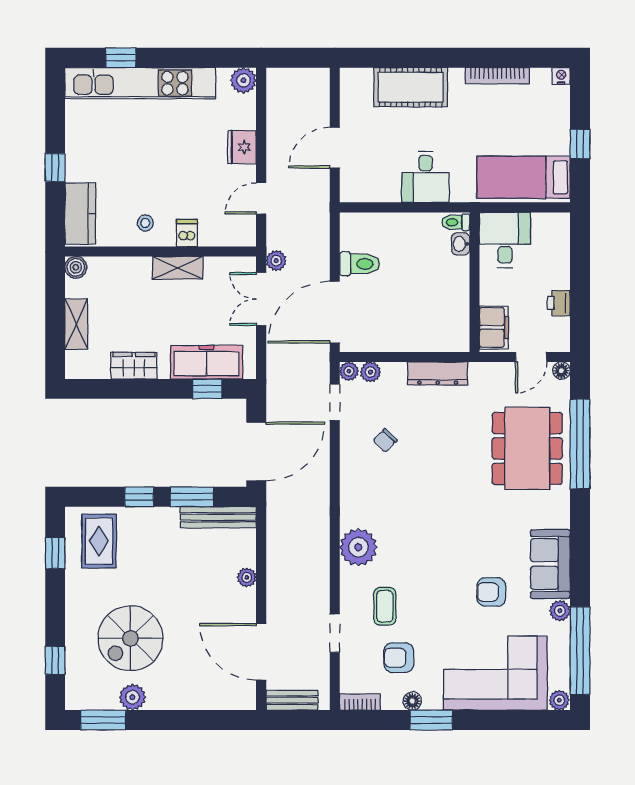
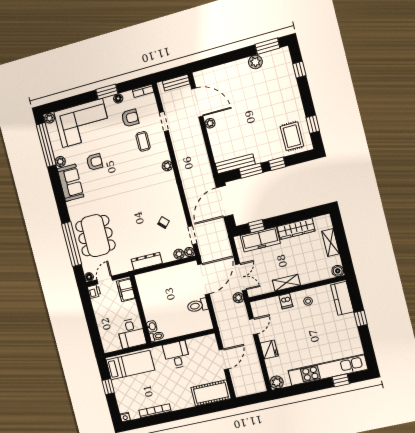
cot: (411, 87) -> (211, 393), moved
printer: (559, 303) -> (94, 291), moved
wardrobe: (134, 366) -> (296, 229), width x1.50
plant: (358, 547) -> (167, 166), width x0.53, depth x0.53
plant: (247, 577) -> (210, 123), moved
spiral stairs: (130, 638) -> (264, 91), removed

